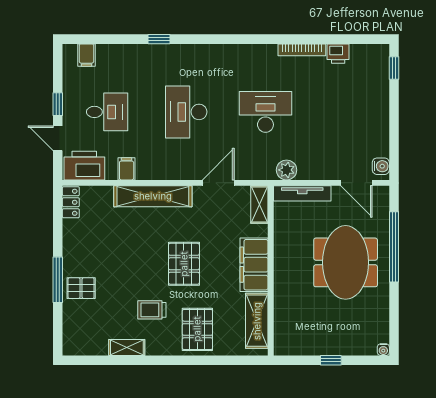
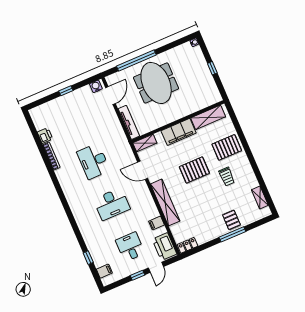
window: (159, 39) -> (88, 258), moved
window: (394, 68) -> (66, 91), moved
plant: (287, 170) -> (120, 136), removed
meeting table: (346, 262) -> (156, 83), turned 90
shelving: (127, 348) -> (260, 197), moved

